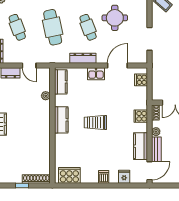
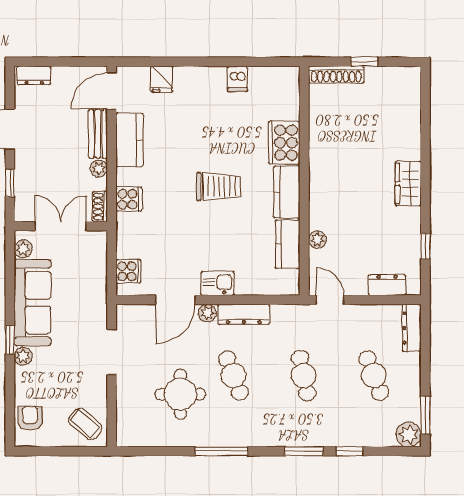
cafe table: (53, 27) -> (304, 375), width x0.73, depth x0.74
plant: (101, 59) -> (207, 313), added
door: (29, 65) -> (330, 300), moved
kitchen counter: (61, 82) -> (288, 244), moved
cooker: (69, 175) -> (284, 143), moved, turned 90
dishwasher: (104, 177) -> (237, 79), moved

